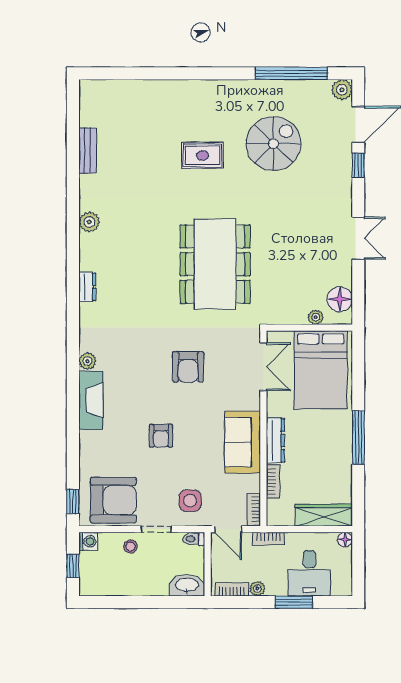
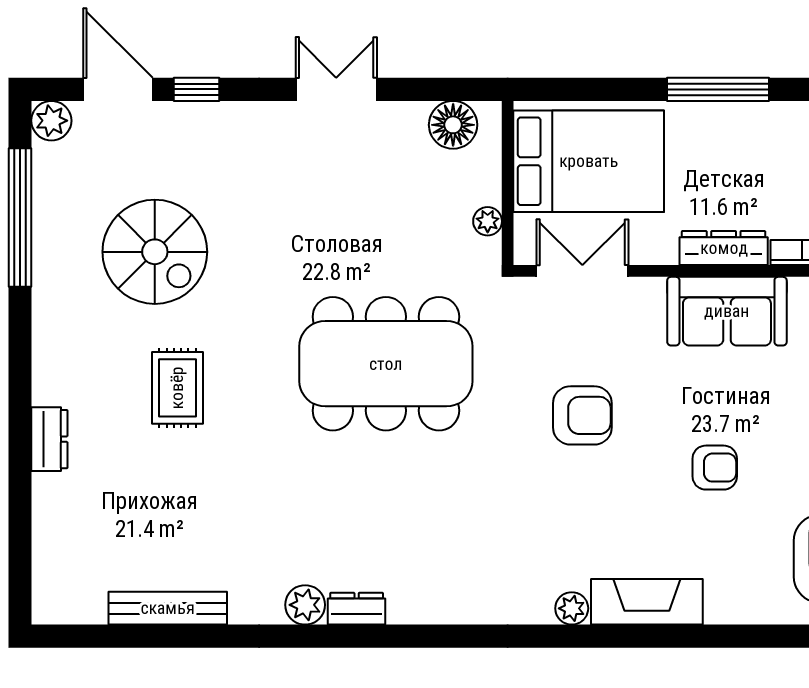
dresser: (176, 89) -> (49, 439), added
spiral stairs: (273, 144) -> (155, 252), turned 180
bench: (88, 150) -> (168, 608), width x1.36
dresser: (87, 287) -> (357, 609), moved
plant: (316, 317) -> (488, 221), moved

